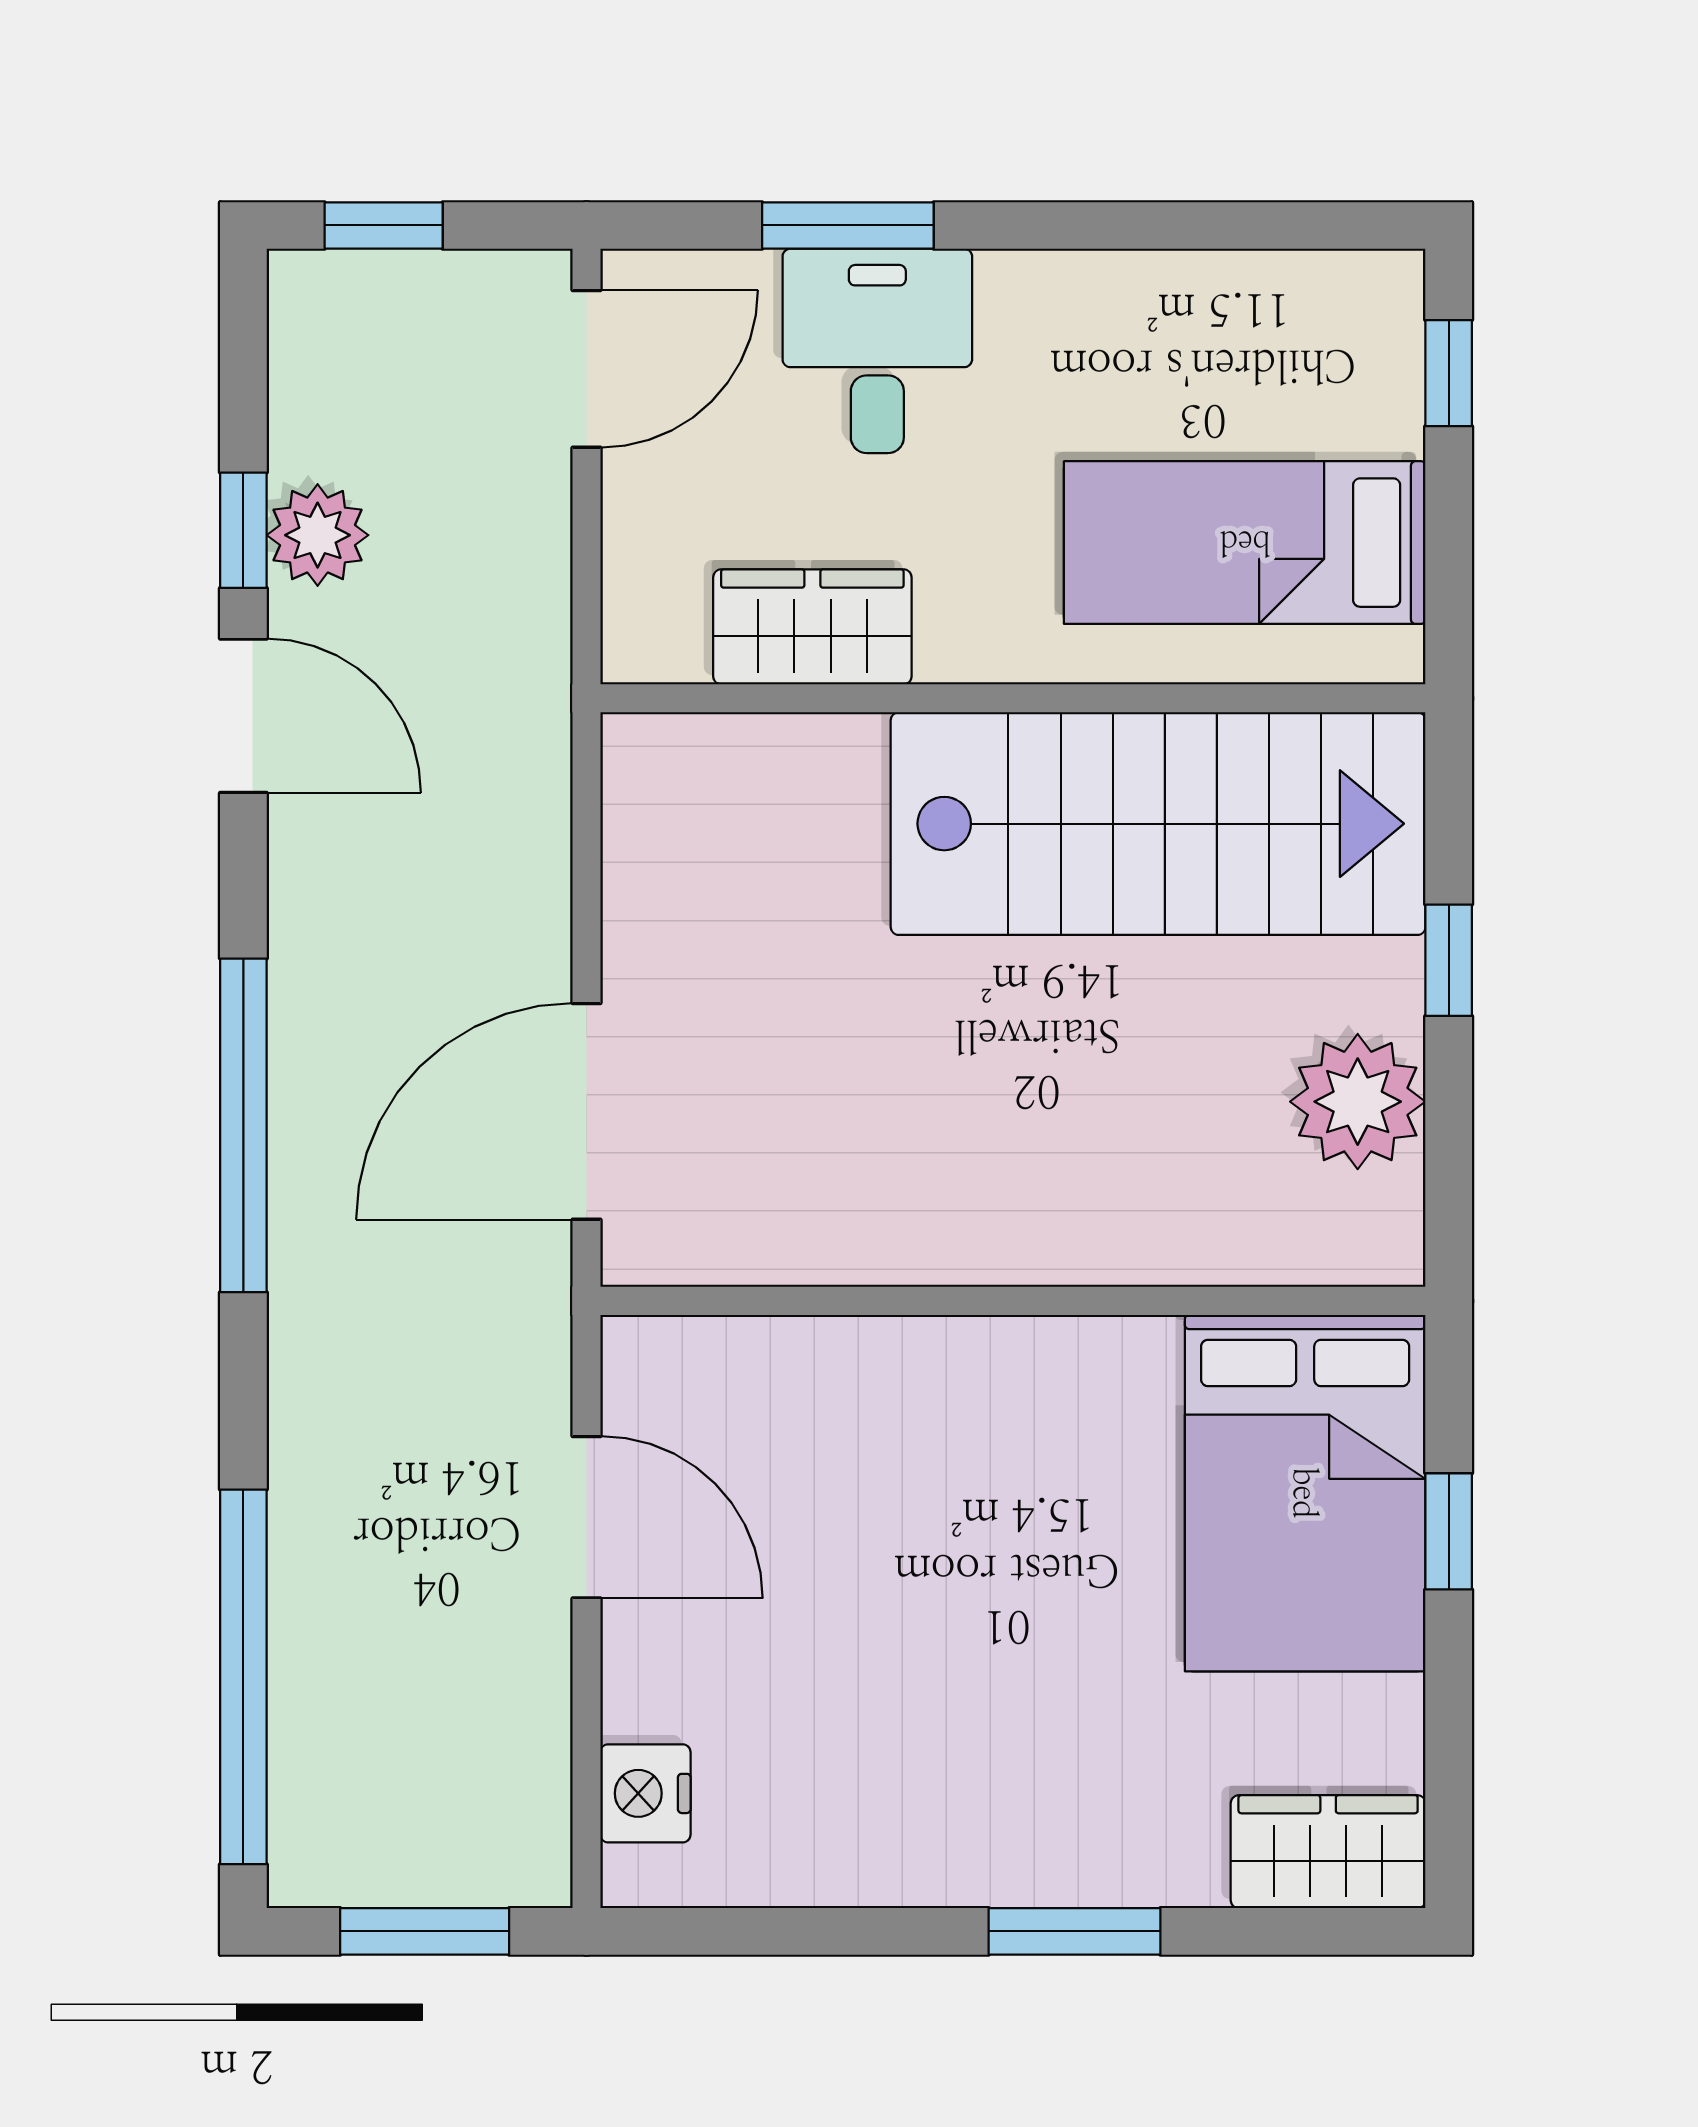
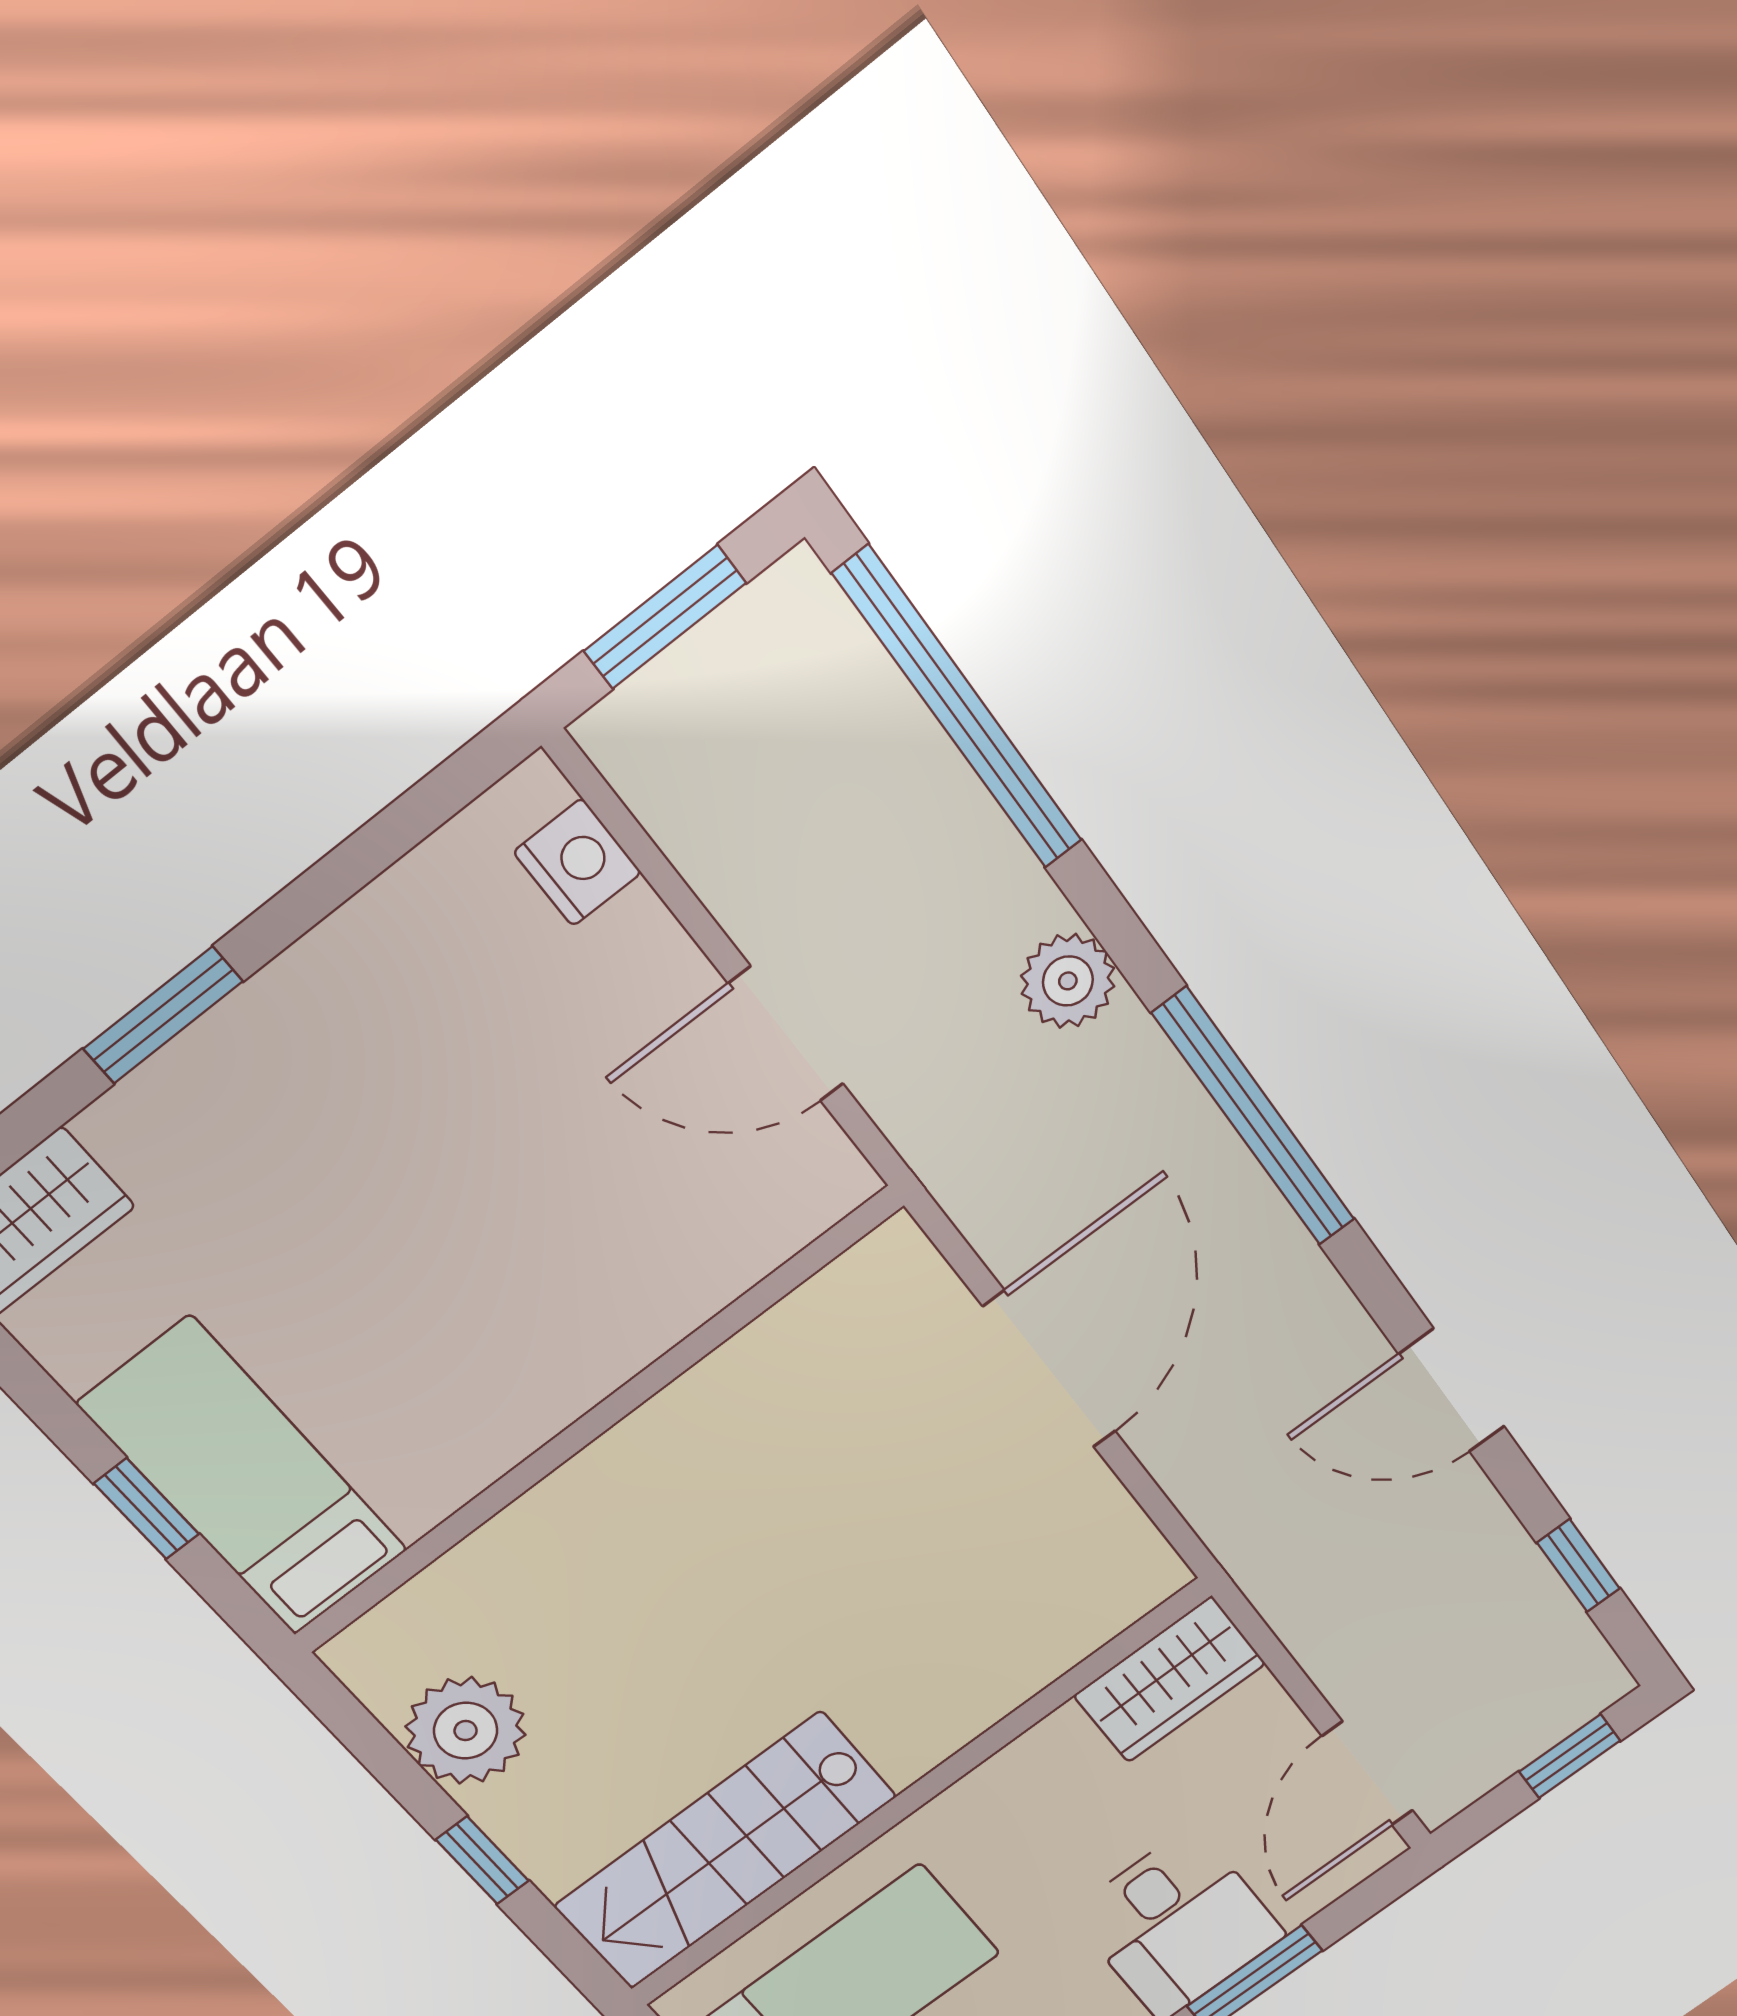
window: (243, 530) -> (1578, 1566), moved
plant: (318, 535) -> (1068, 981), moved
wardrobe: (812, 627) -> (1170, 1679), moved
stairs: (1158, 824) -> (725, 1851), width x0.73, depth x0.66
door: (586, 1111) -> (1050, 1369), moved
bed: (1305, 1493) -> (244, 1477), width x0.67

